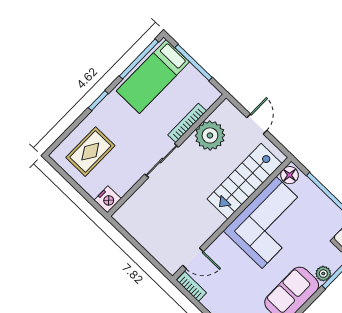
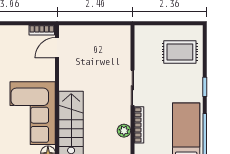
plant: (210, 135) -> (124, 131), width x0.53, depth x0.53
rug: (90, 152) -> (180, 52), turned 90
nightstand: (108, 199) -> (142, 33), removed

